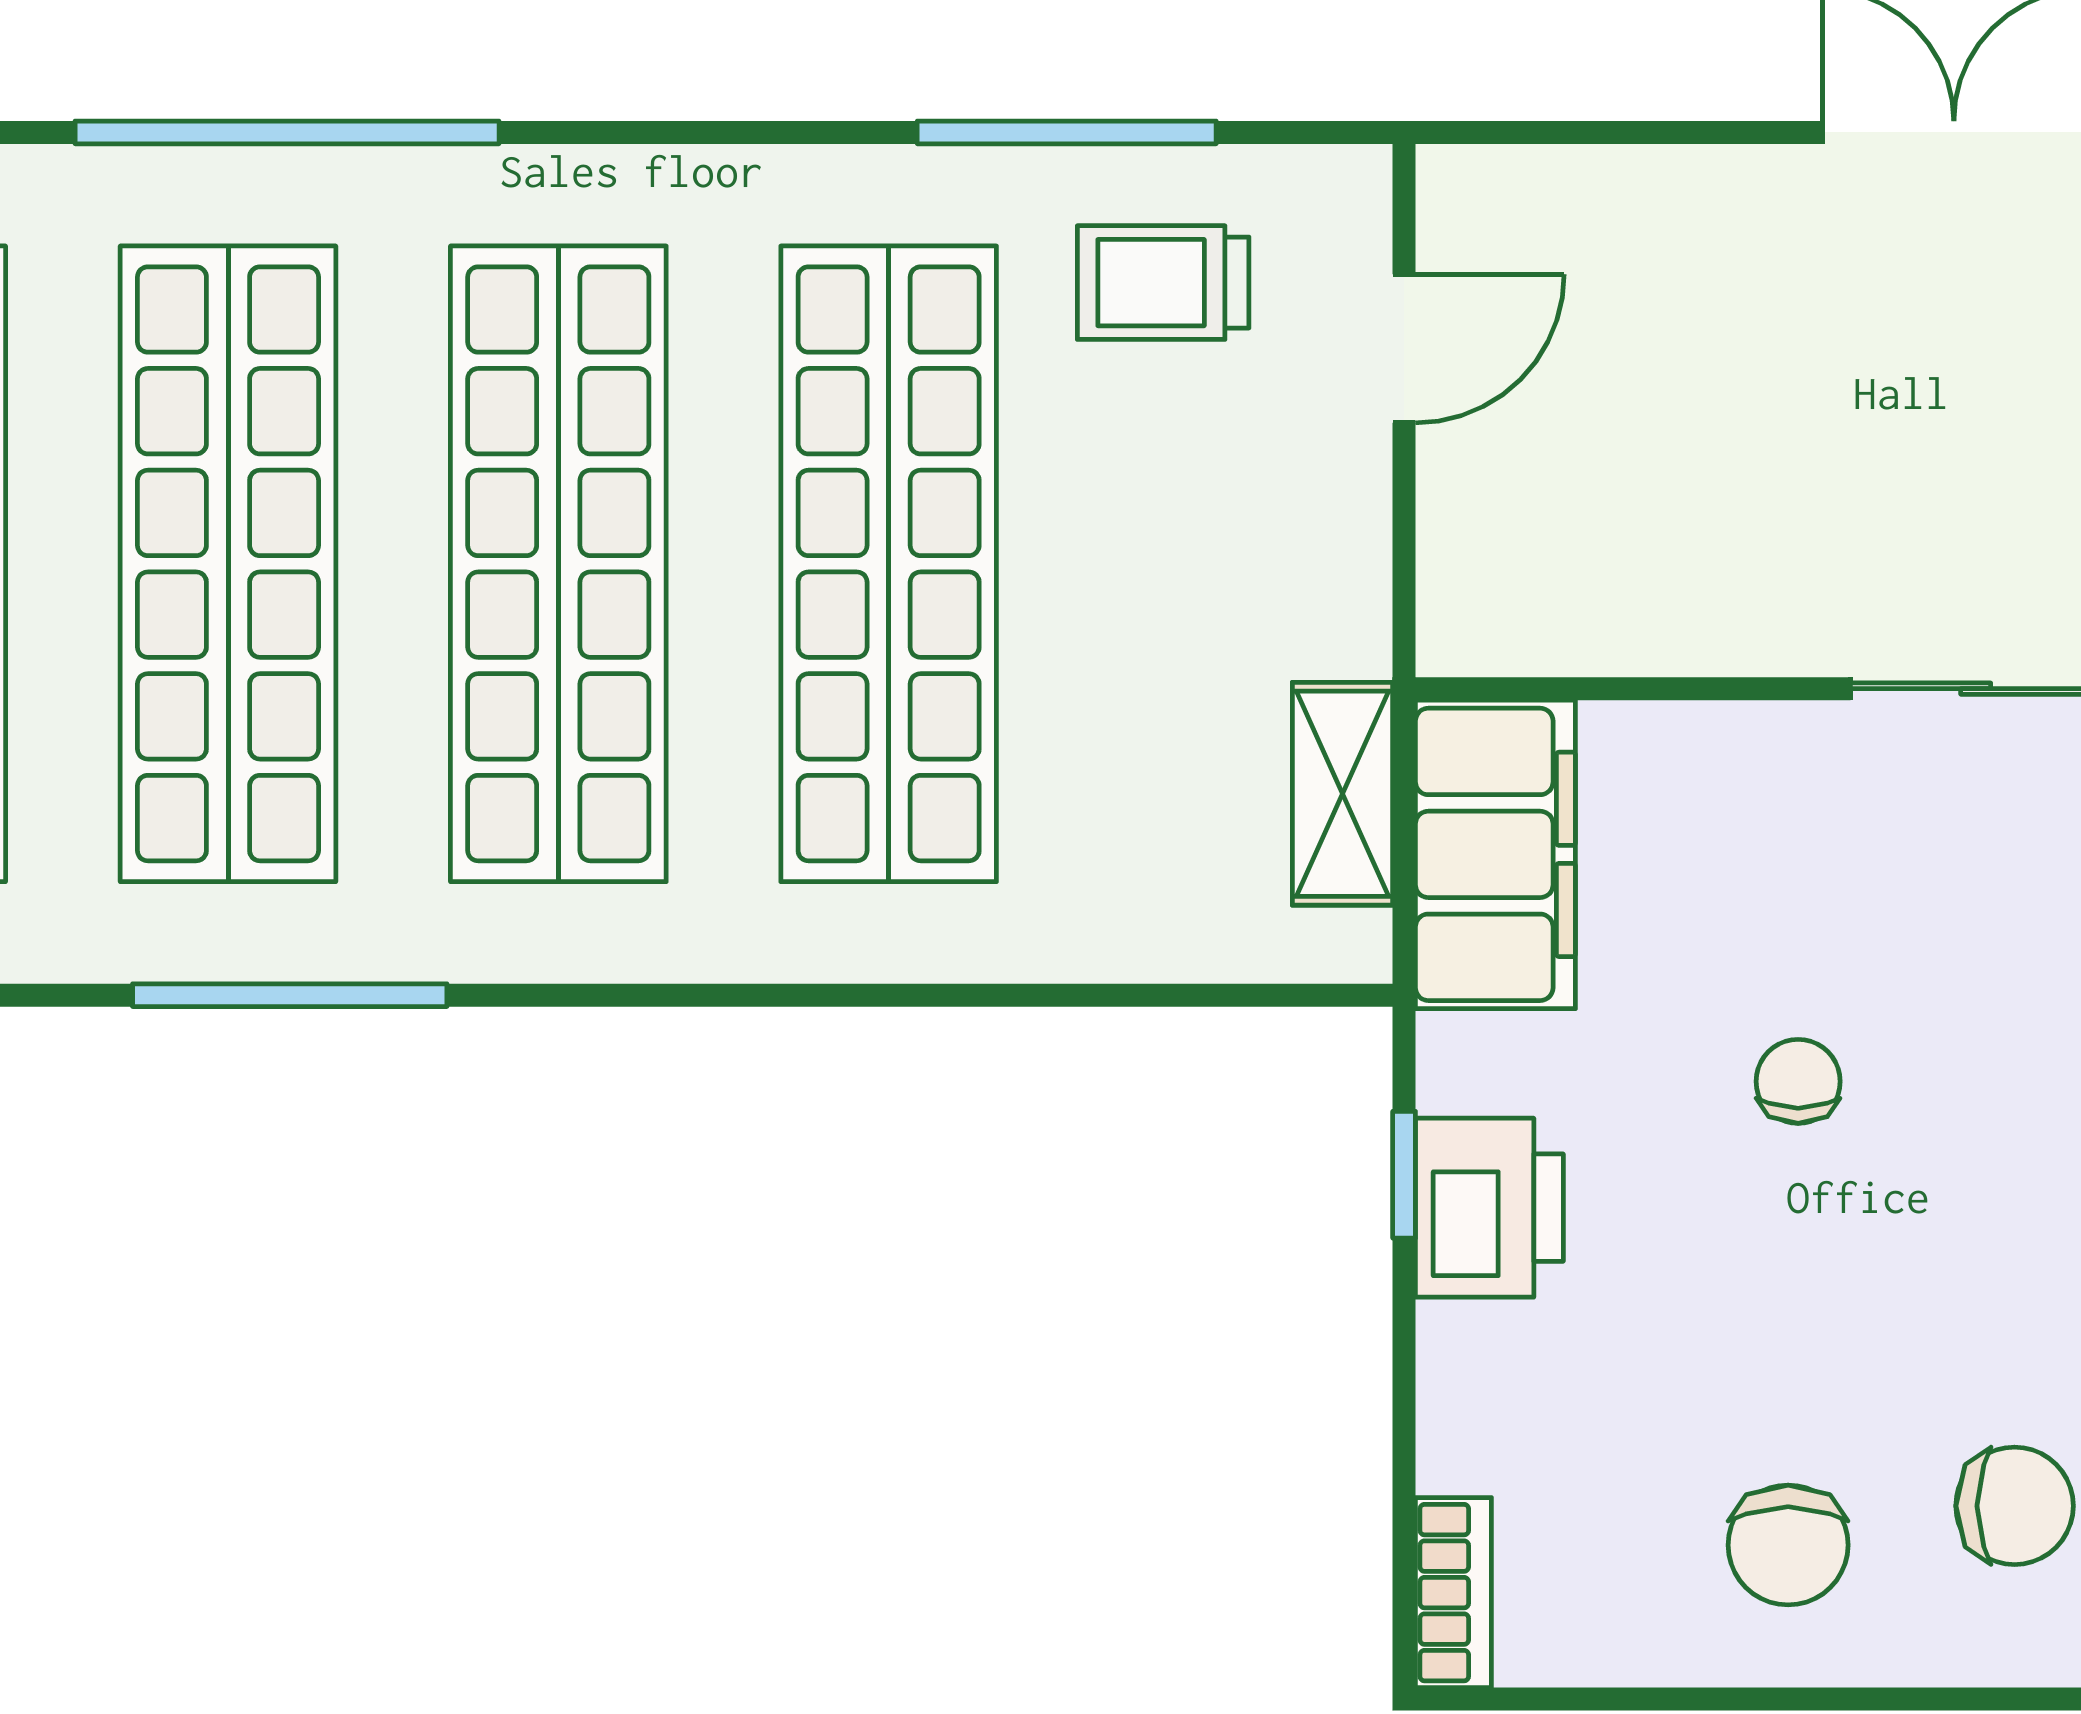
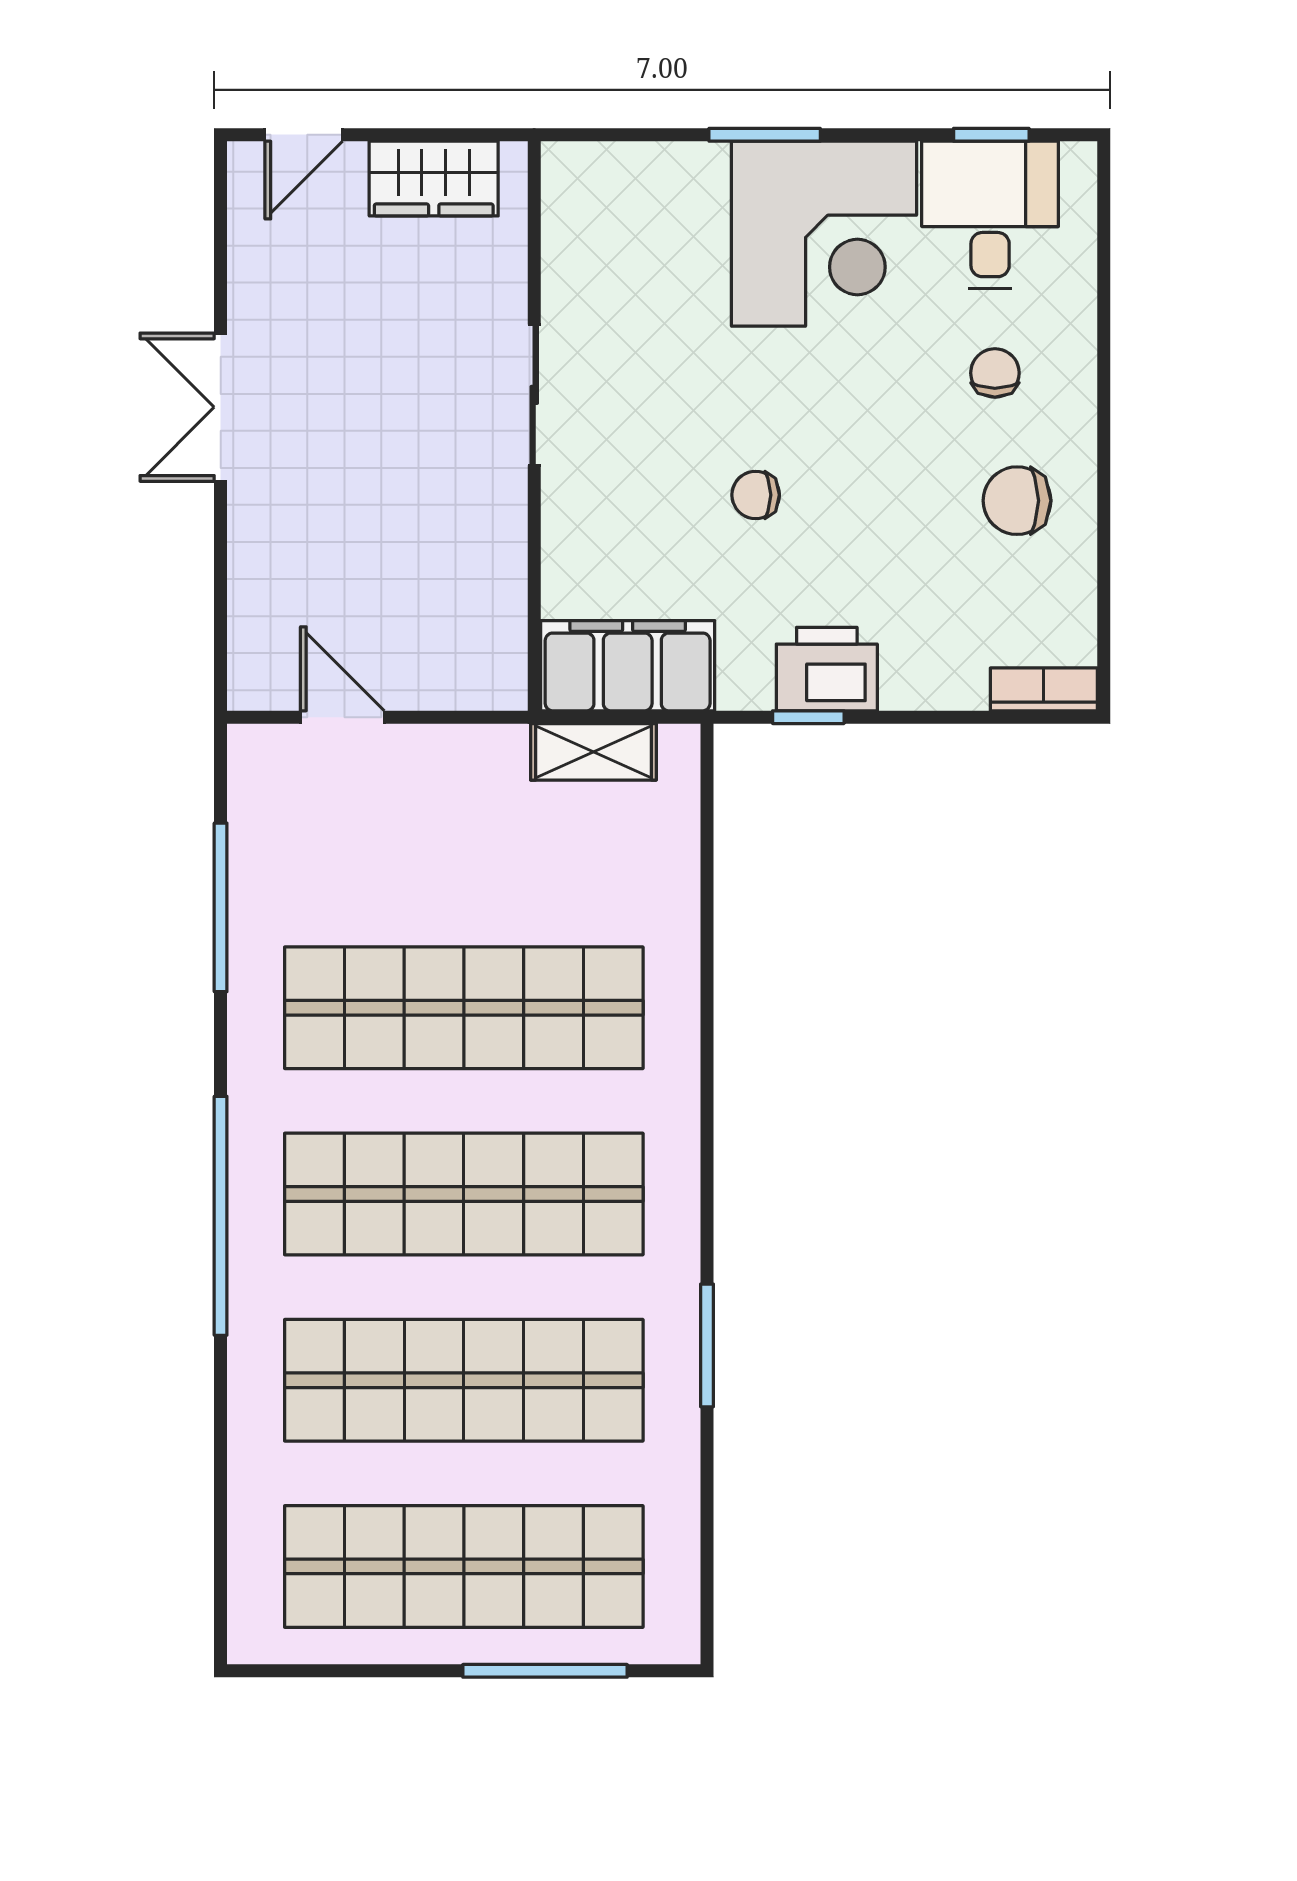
window: (287, 132) -> (221, 1216), moved
trolley: (1163, 283) -> (305, 853), removed
window: (290, 995) -> (707, 1345), width x0.69
chair: (2015, 1506) -> (995, 373), width x0.73, depth x0.73
chair: (1788, 1545) -> (1017, 501), turned 180

